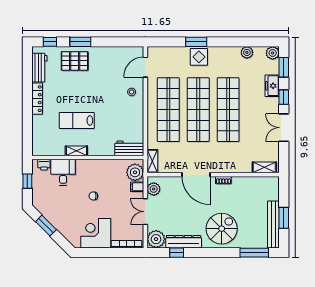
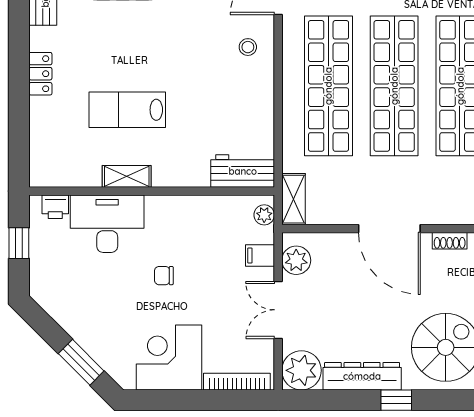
locker: (37, 99) -> (40, 74), width x0.66
desk: (63, 172) -> (107, 224), width x1.37
plant: (135, 172) -> (264, 215), width x0.53, depth x0.53
window: (46, 226) -> (81, 362), moved
window: (177, 253) -> (396, 400), moved

